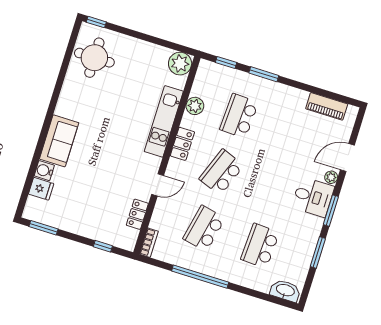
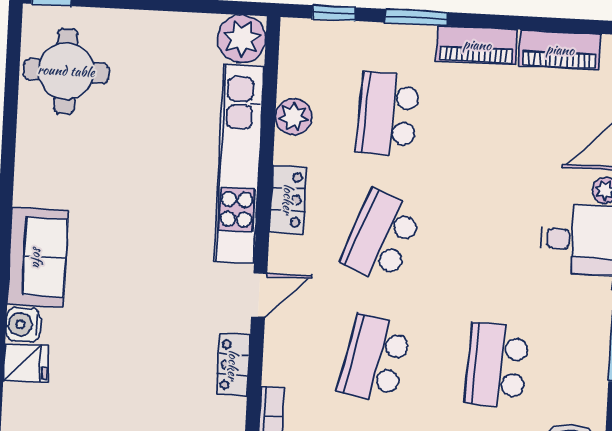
piano: (289, 94) -> (477, 45), added
kitchen unit: (164, 121) -> (239, 164), width x1.36

